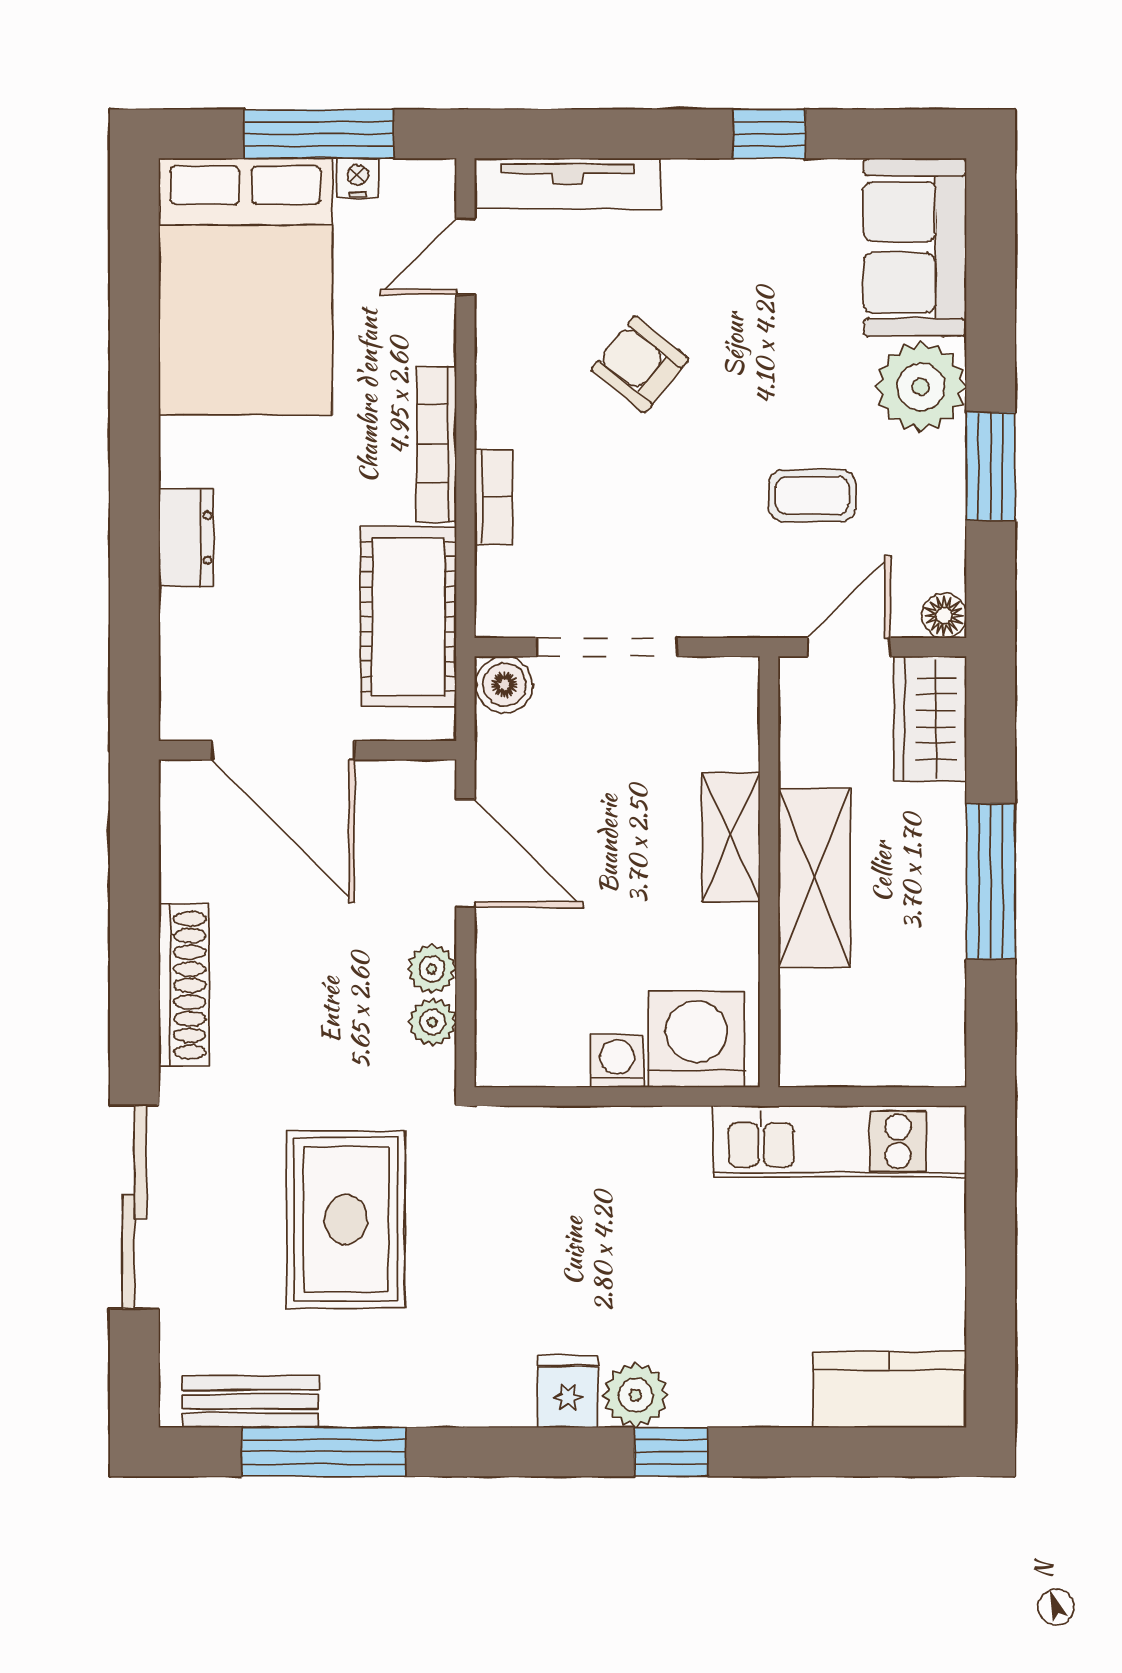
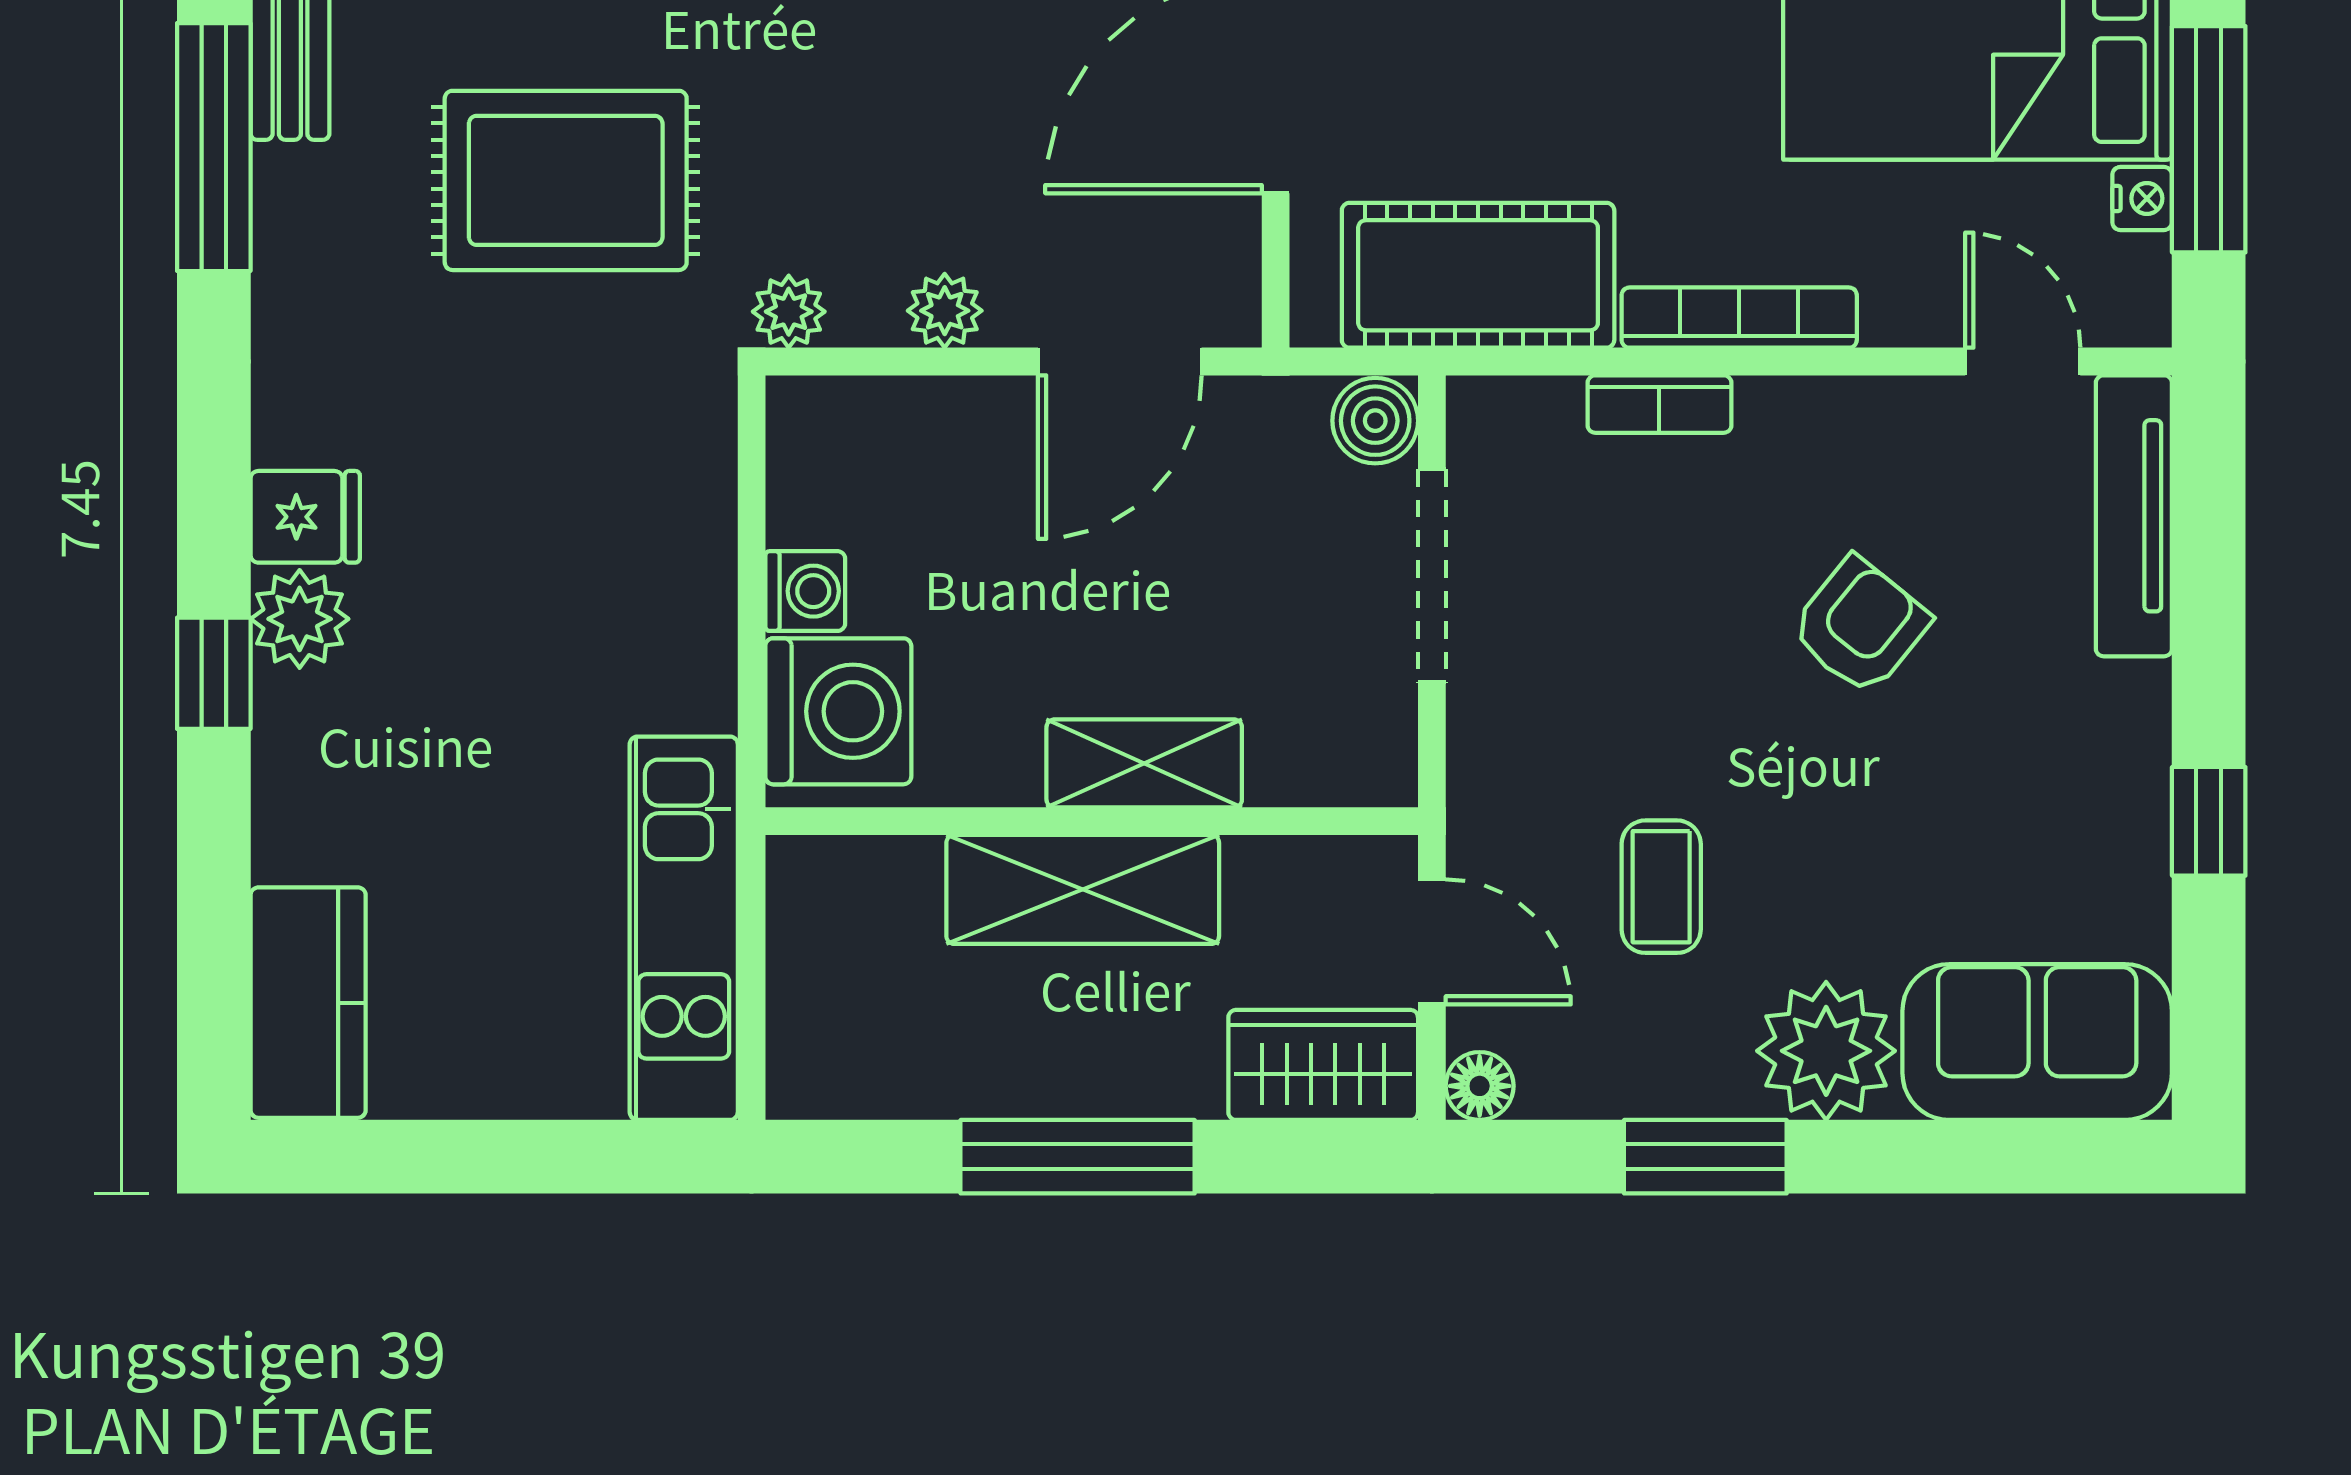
plant: (432, 1022) -> (789, 312), moved

